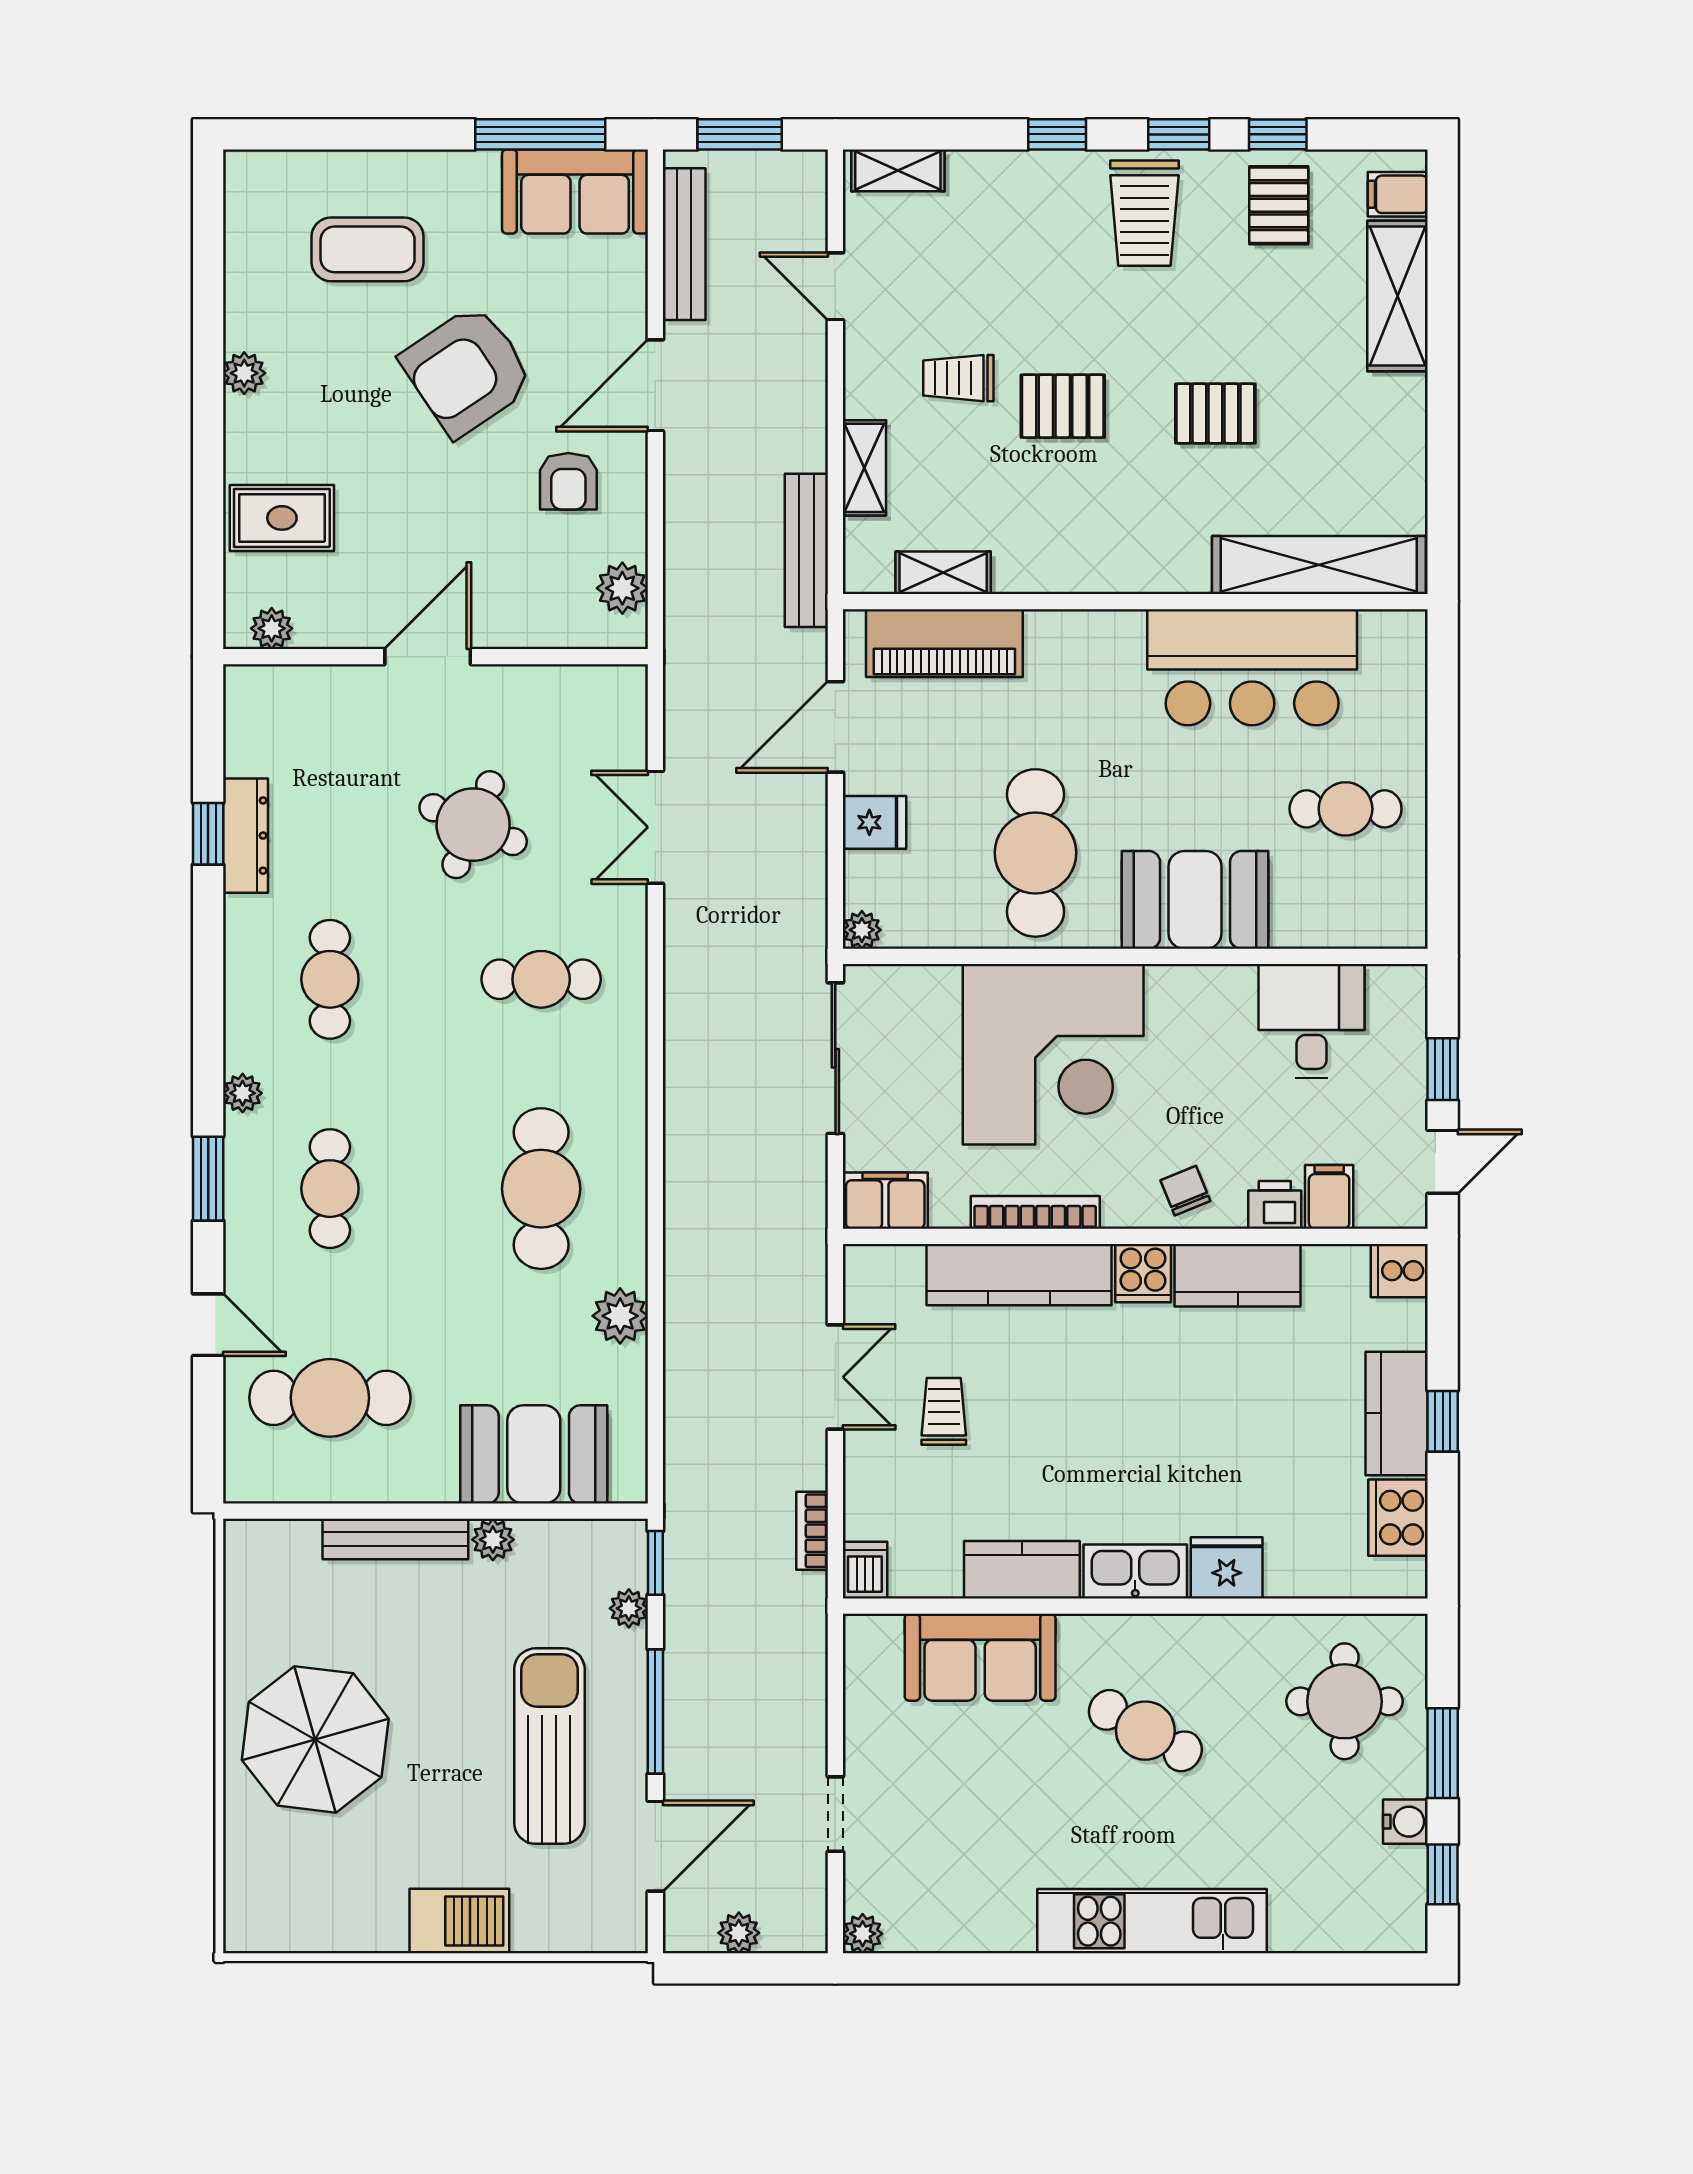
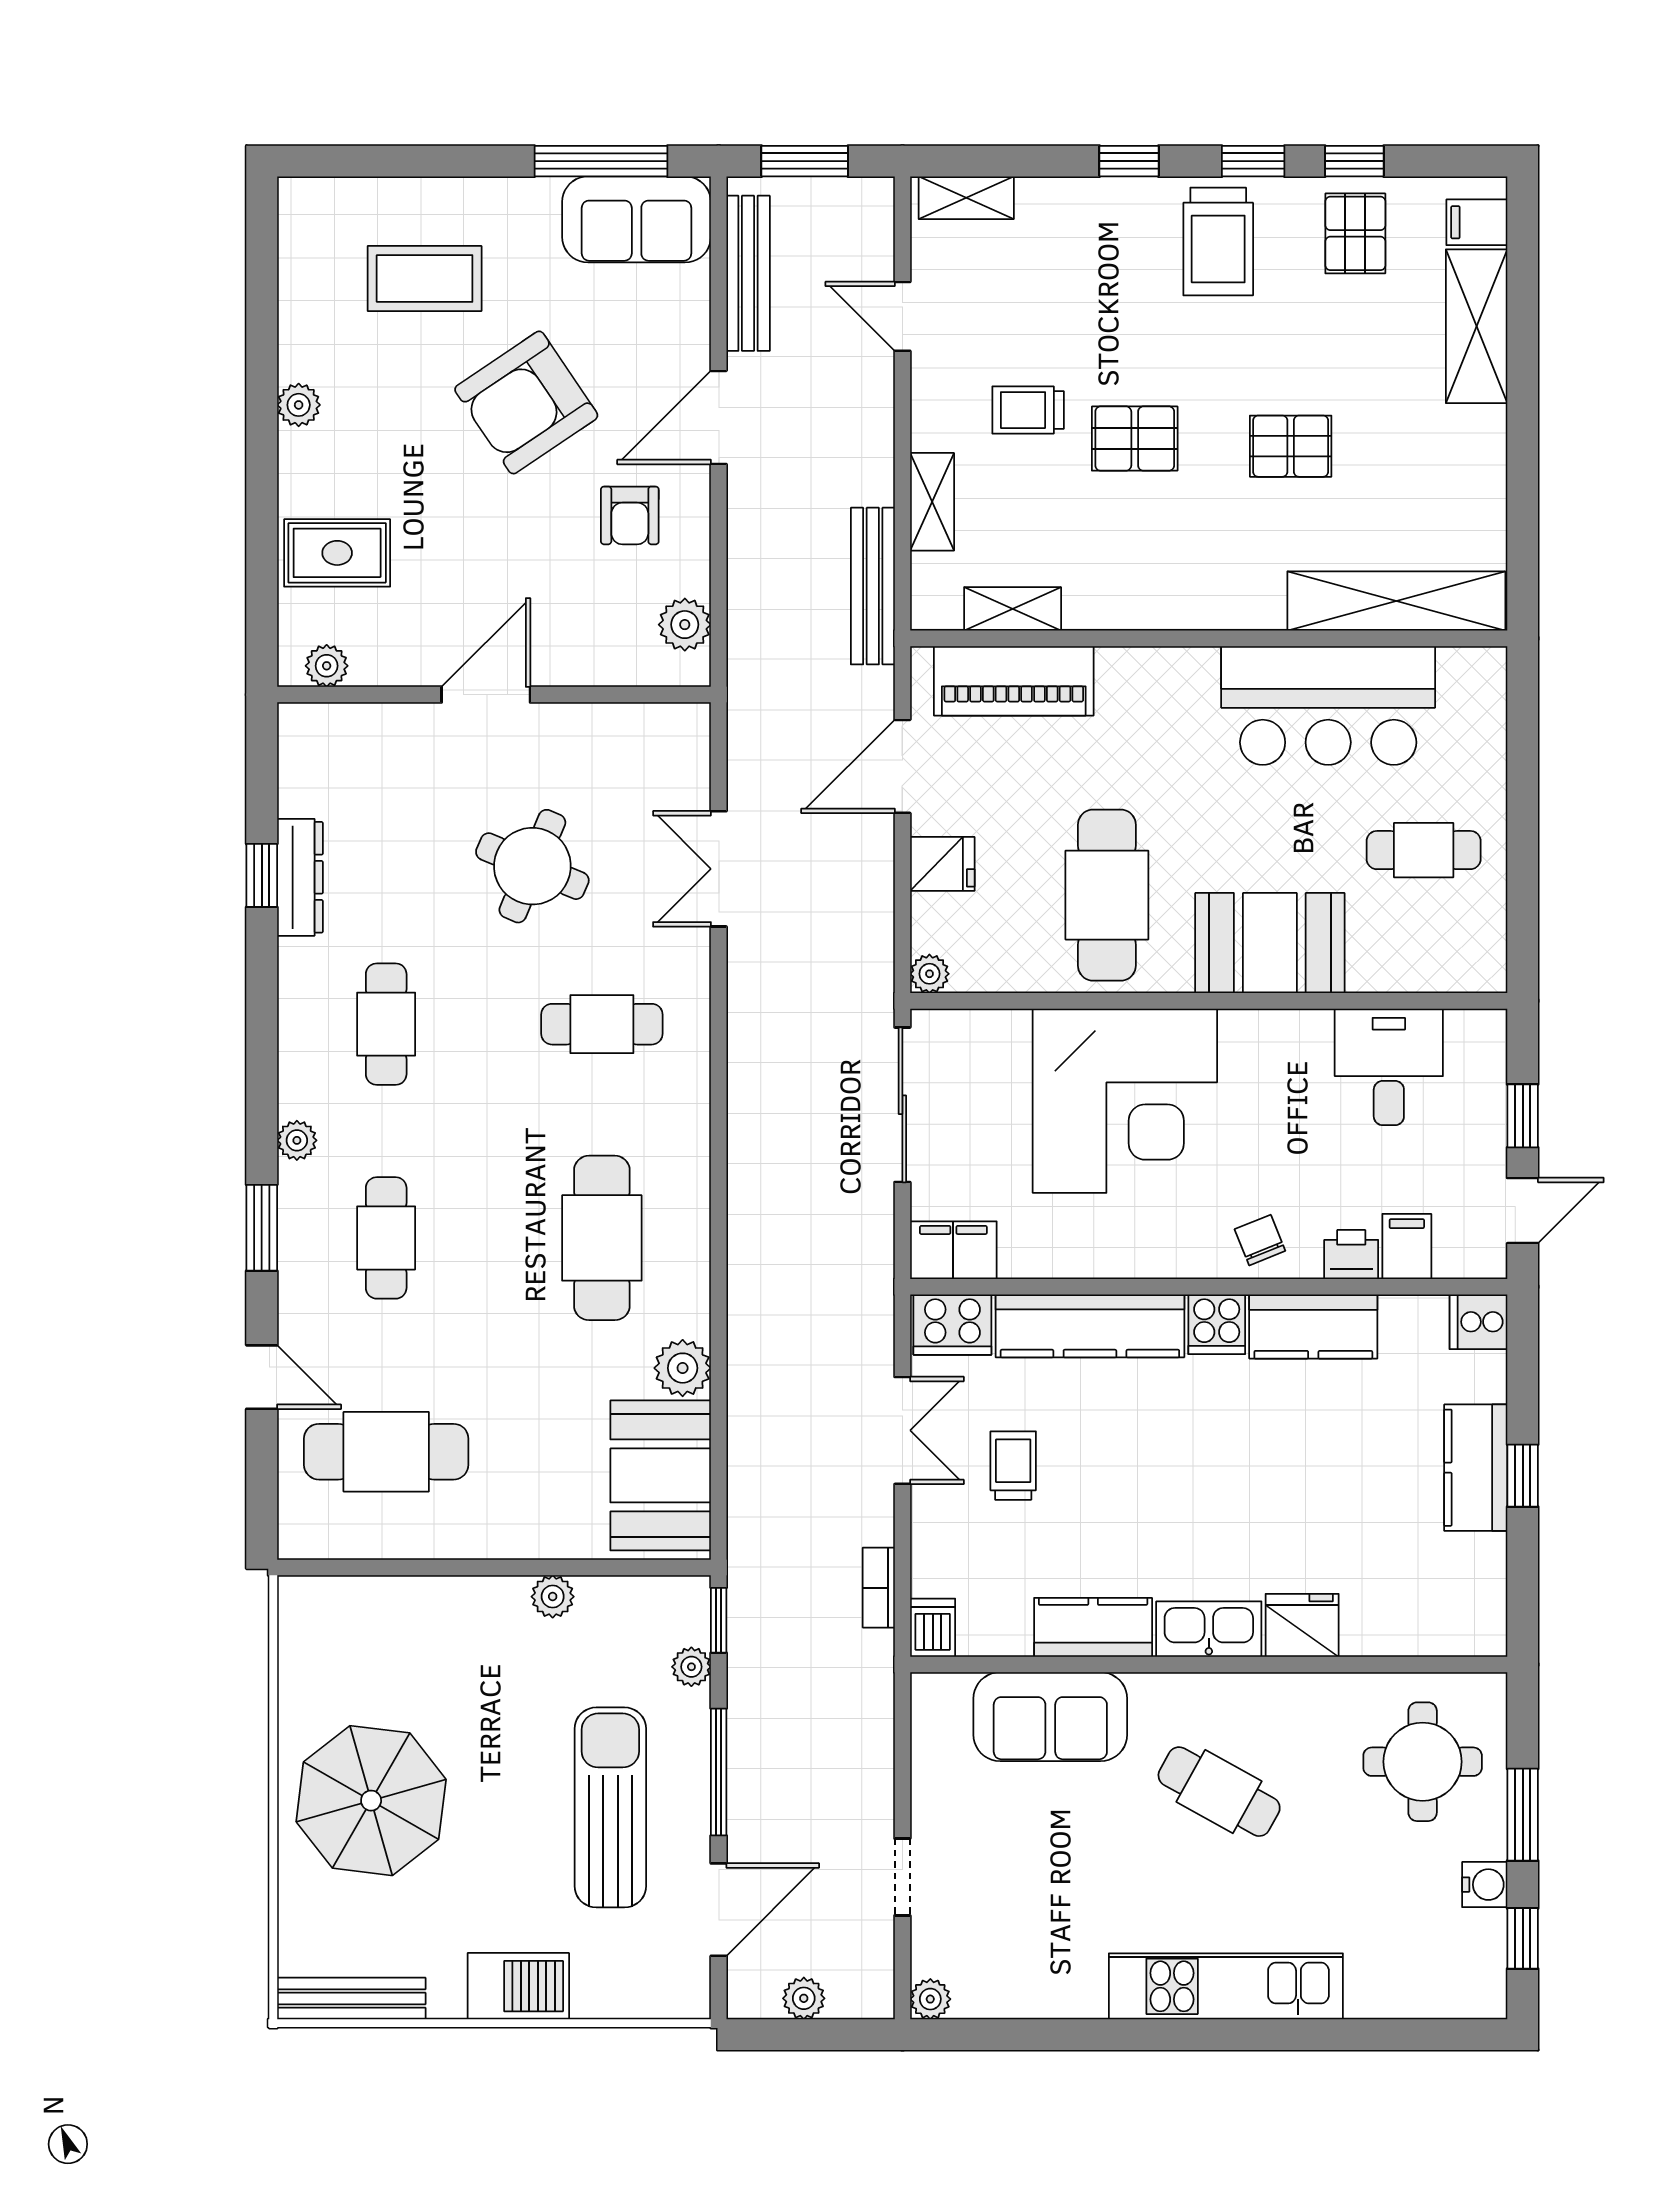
bookcase: (1035, 1212) -> (1107, 1262), removed
booth: (534, 1454) -> (661, 1475), moved, turned 90
cooker: (1398, 1518) -> (952, 1325), moved, turned -90
bench: (395, 1539) -> (351, 1999), moved

